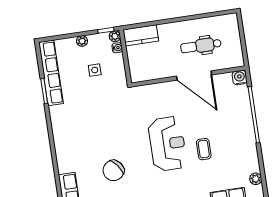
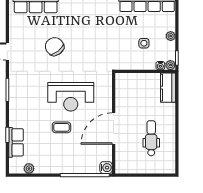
wall: (188, 76) -> (114, 123), moved
door: (194, 76) -> (114, 129), moved
water cooler: (240, 78) -> (106, 168), moved

